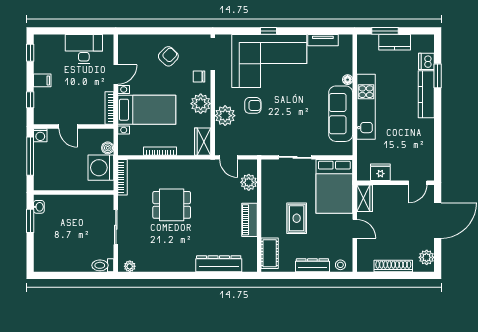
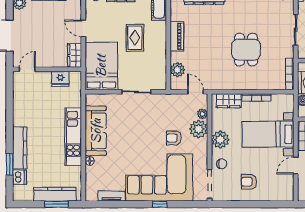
kitchen counter: (395, 42) -> (55, 194), width x1.50
armchair: (168, 56) -> (249, 182), turned 46
plant: (221, 133) -> (202, 114), added
wardrobe: (203, 142) -> (229, 101), moved, turned 90
dining table: (172, 205) -> (246, 50), turned 90

